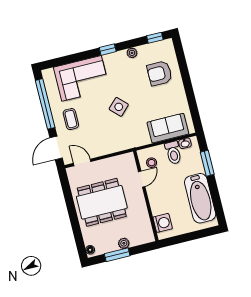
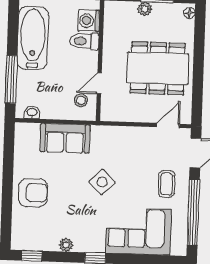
armchair: (159, 73) -> (33, 193), moved
sofa: (168, 128) -> (65, 138), moved
toilet: (173, 153) -> (84, 41), moved, turned -90
door: (82, 162) -> (168, 125), swing flipped
window: (207, 163) -> (11, 79), width x1.44

